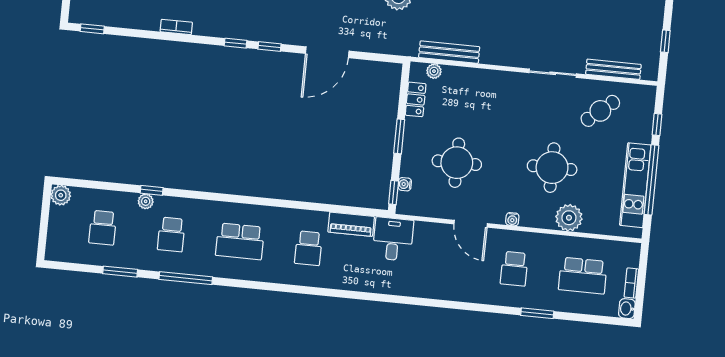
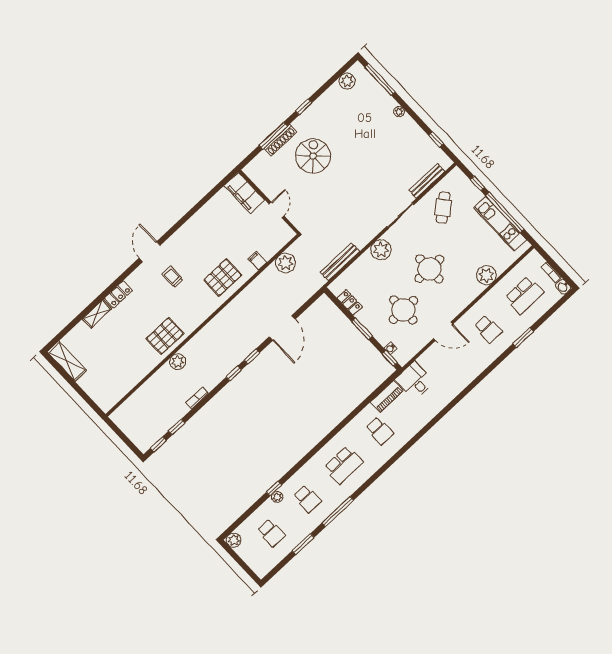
window: (127, 32) -> (177, 427), added
plant: (434, 71) -> (381, 250), moved, width x1.88, depth x1.88
round table: (552, 168) -> (429, 269), moved
water cooler: (512, 219) -> (460, 307), removed

